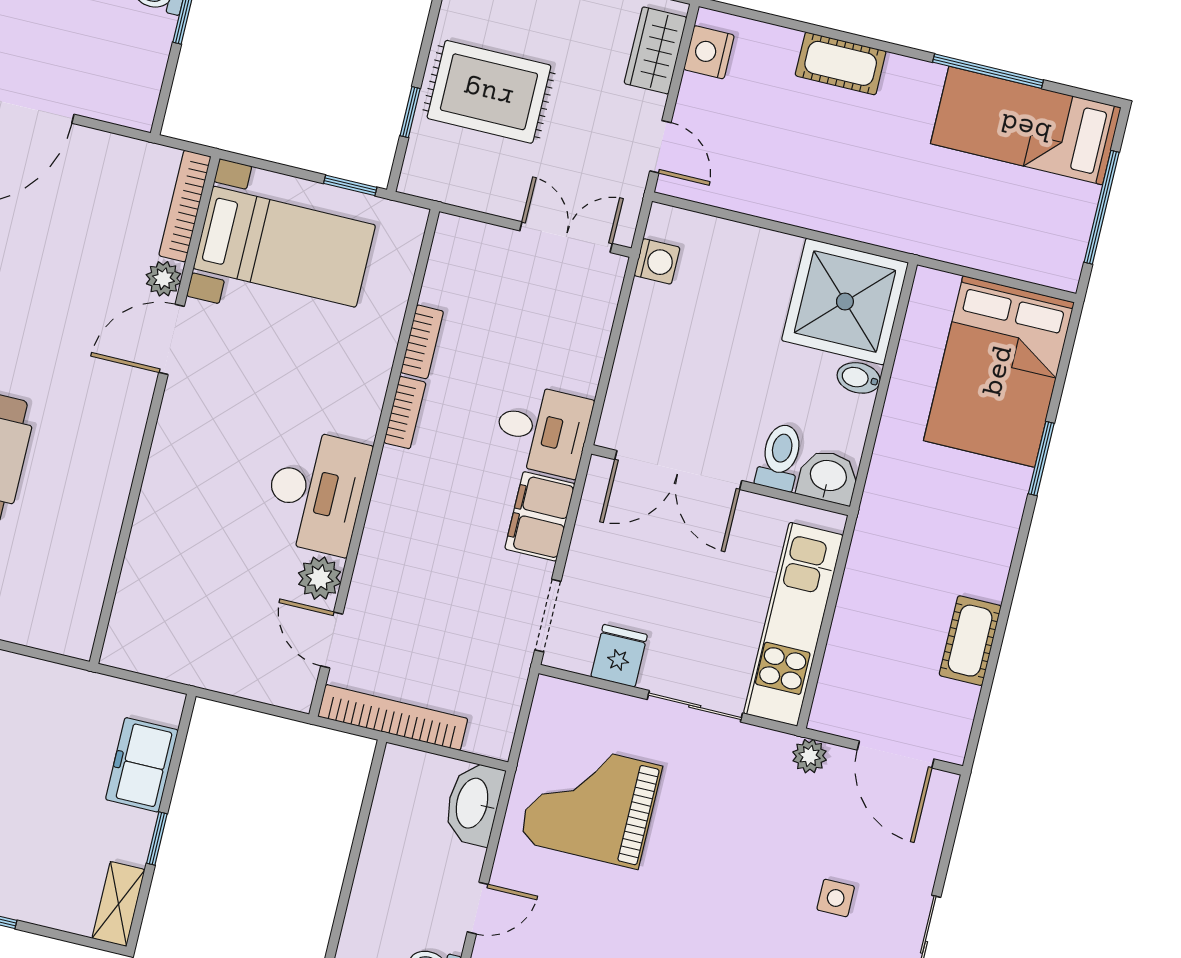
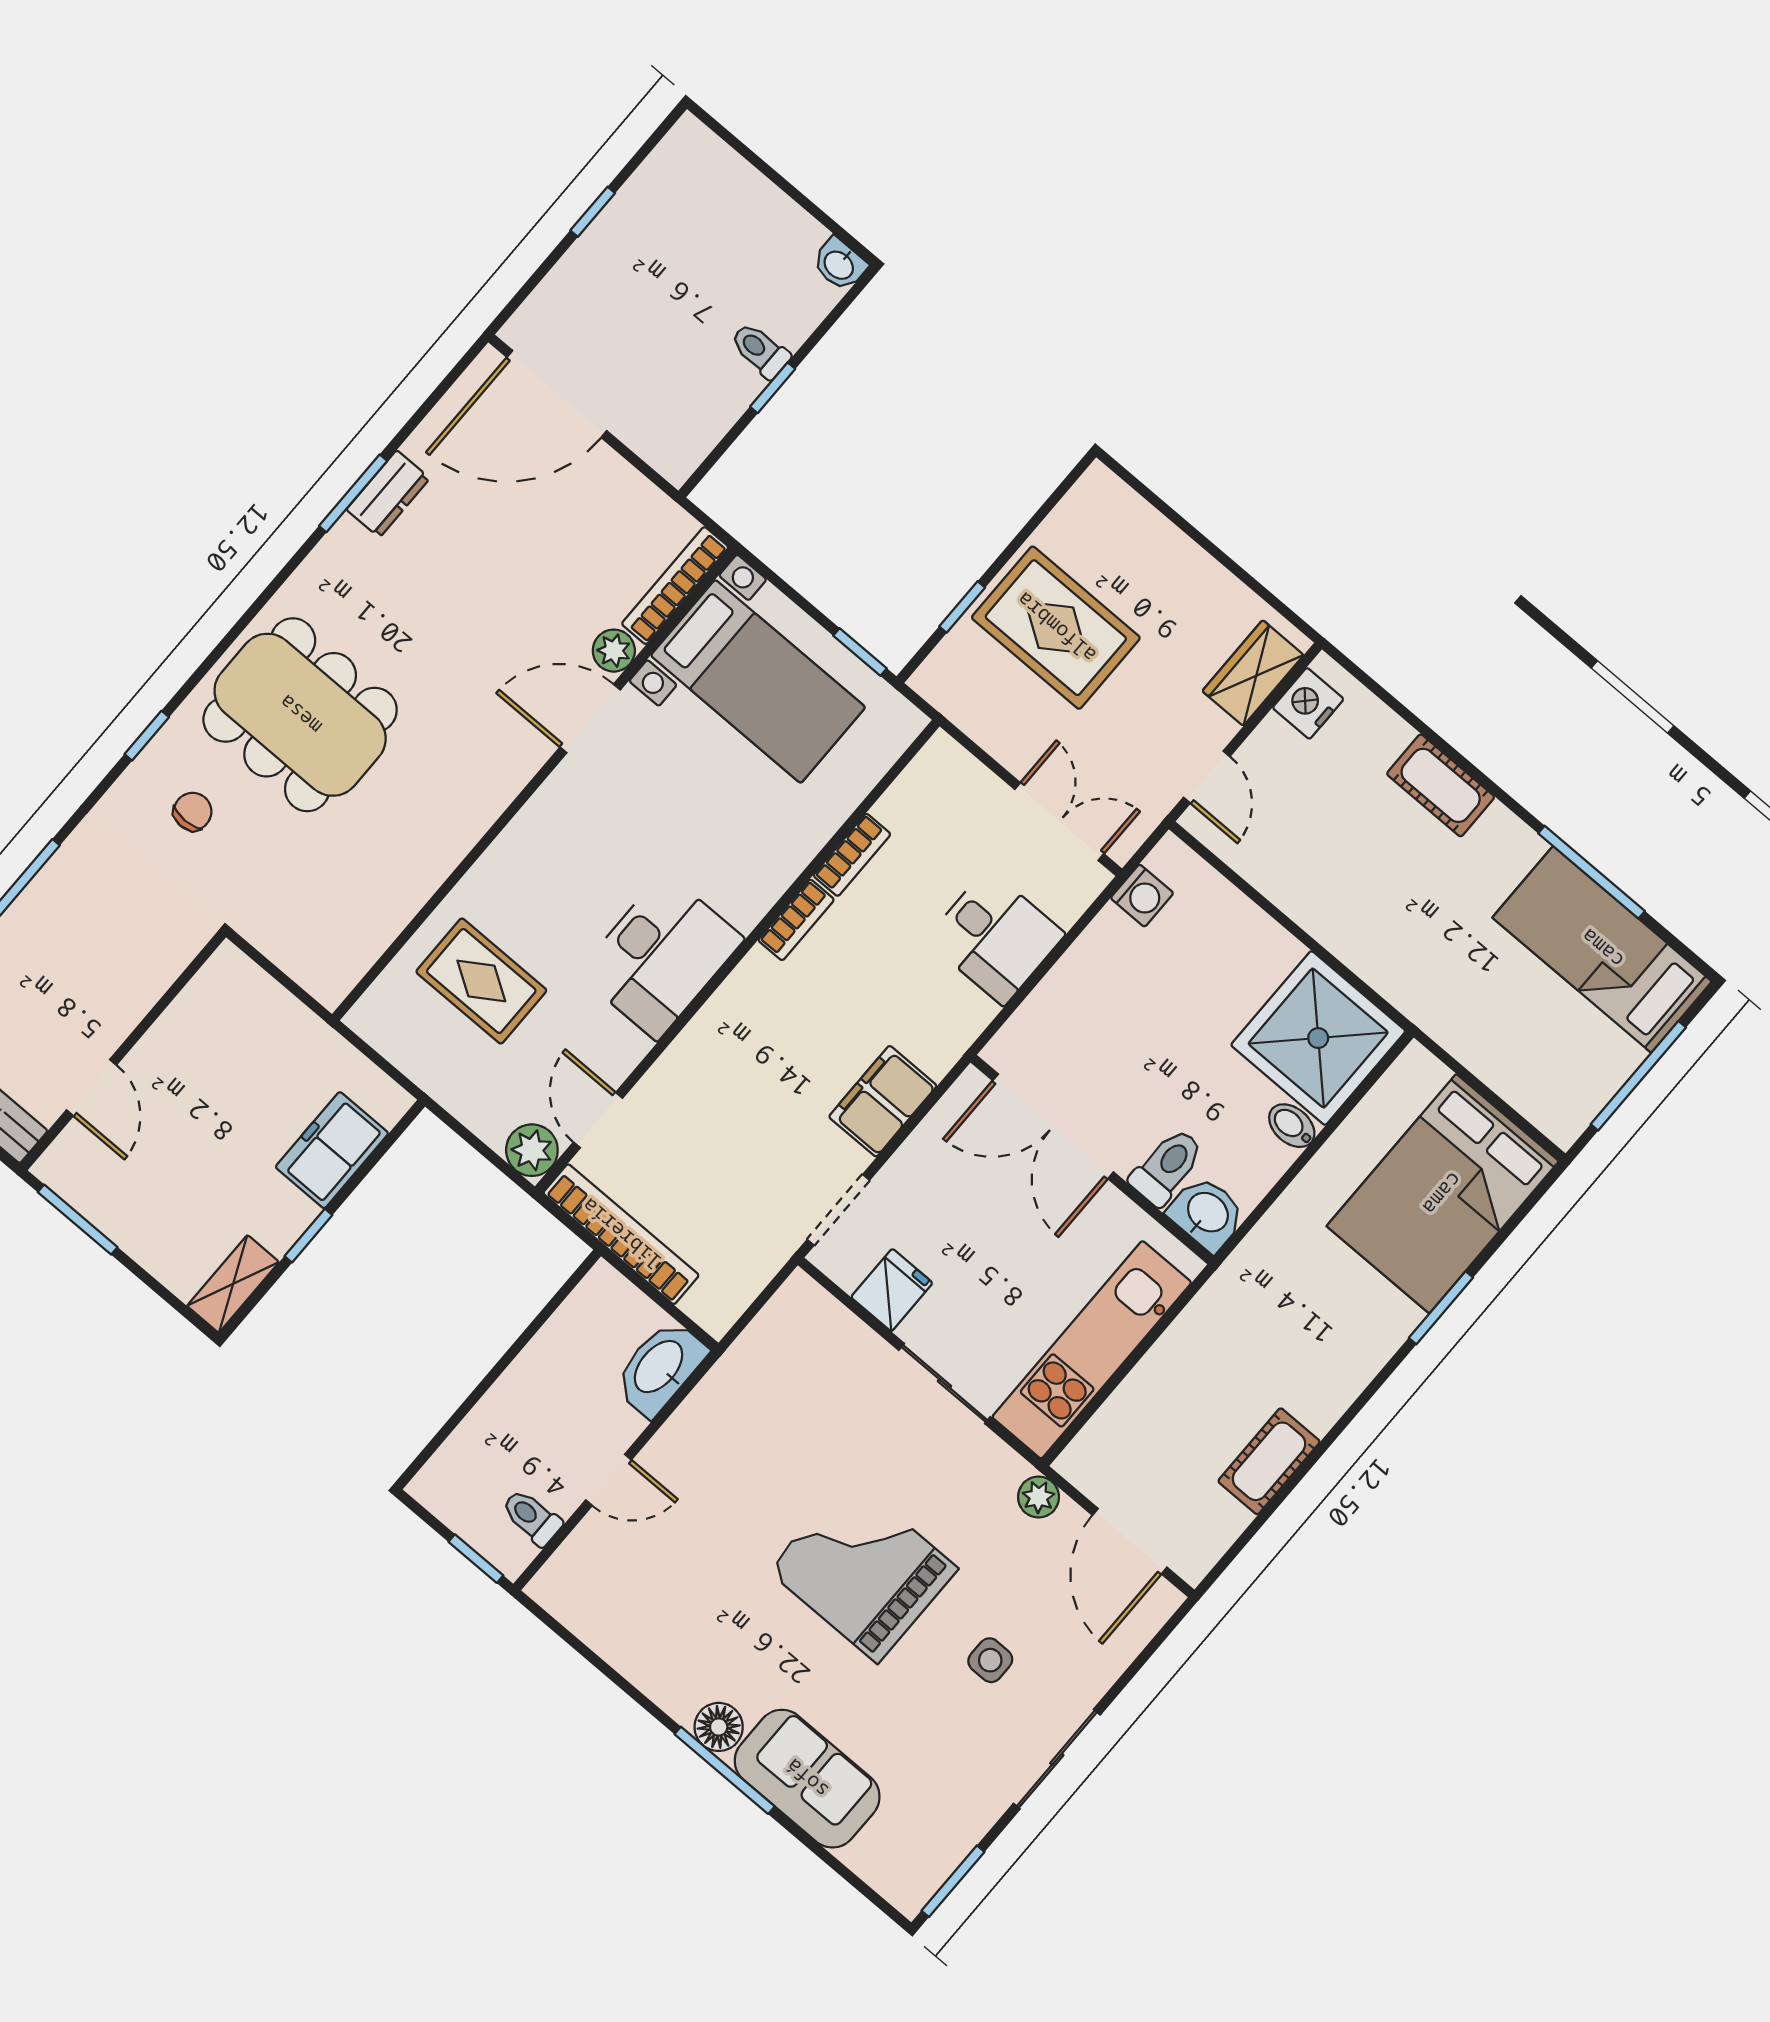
desk: (542, 430) -> (995, 937), moved
plant: (320, 578) -> (532, 1150), moved
rug: (190, 580) -> (481, 981), added
grand piano: (591, 804) -> (863, 1570), moved

